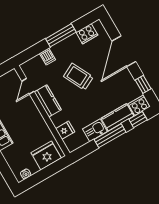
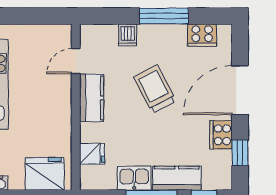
cooker: (139, 105) -> (221, 135), moved, turned -90

